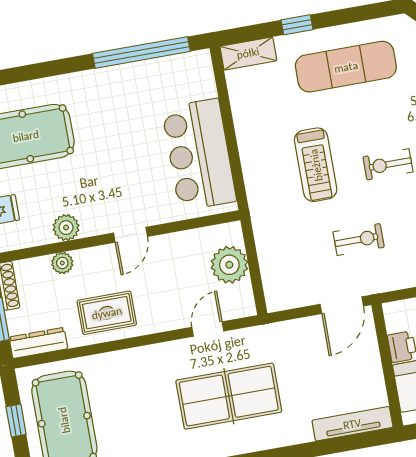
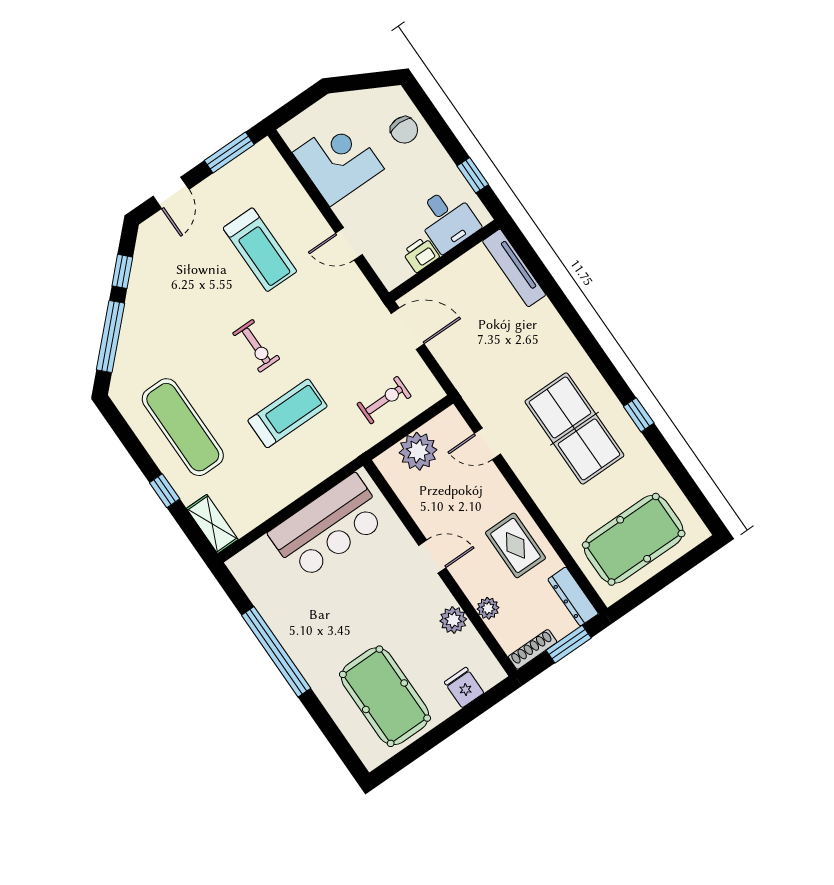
window: (141, 52) -> (276, 652), moved
exercise bike: (359, 240) -> (384, 400), moved, turned 90
table tennis table: (229, 396) -> (574, 428), moved
window: (16, 420) -> (655, 584), removed

